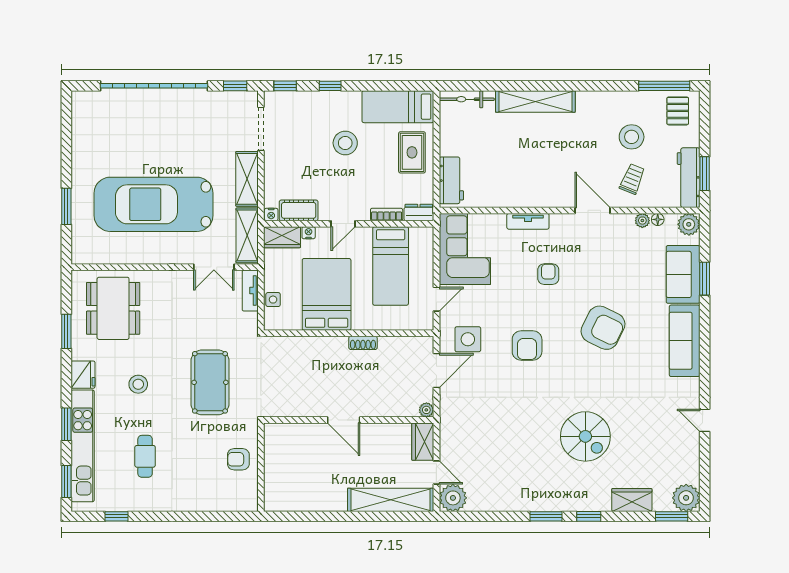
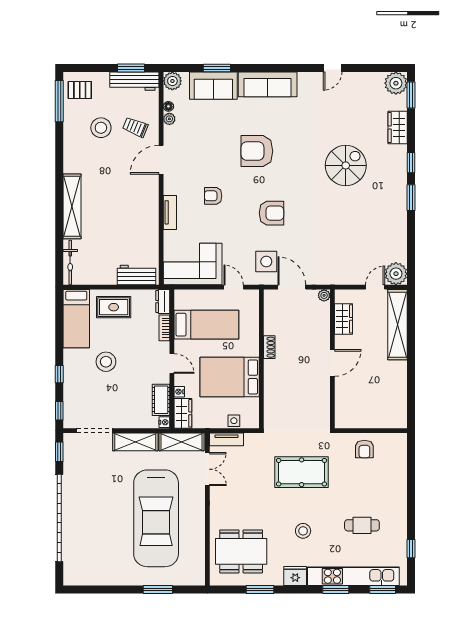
armchair: (603, 328) -> (257, 151), turned -116
wardrobe: (423, 442) -> (344, 319), moved, turned -90

